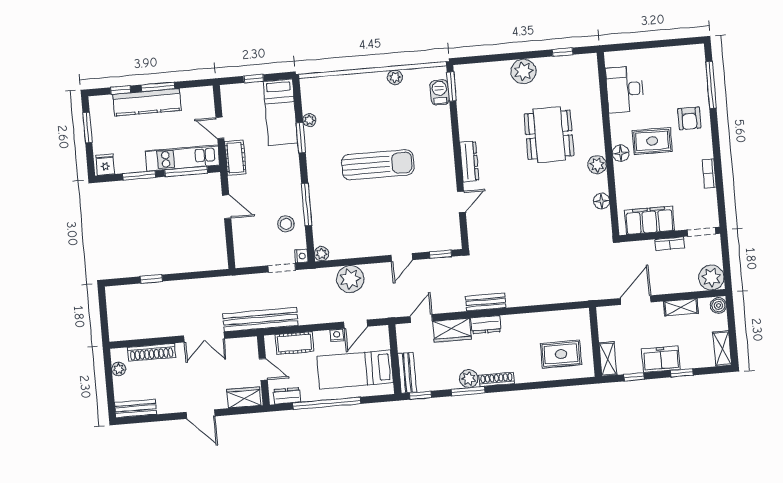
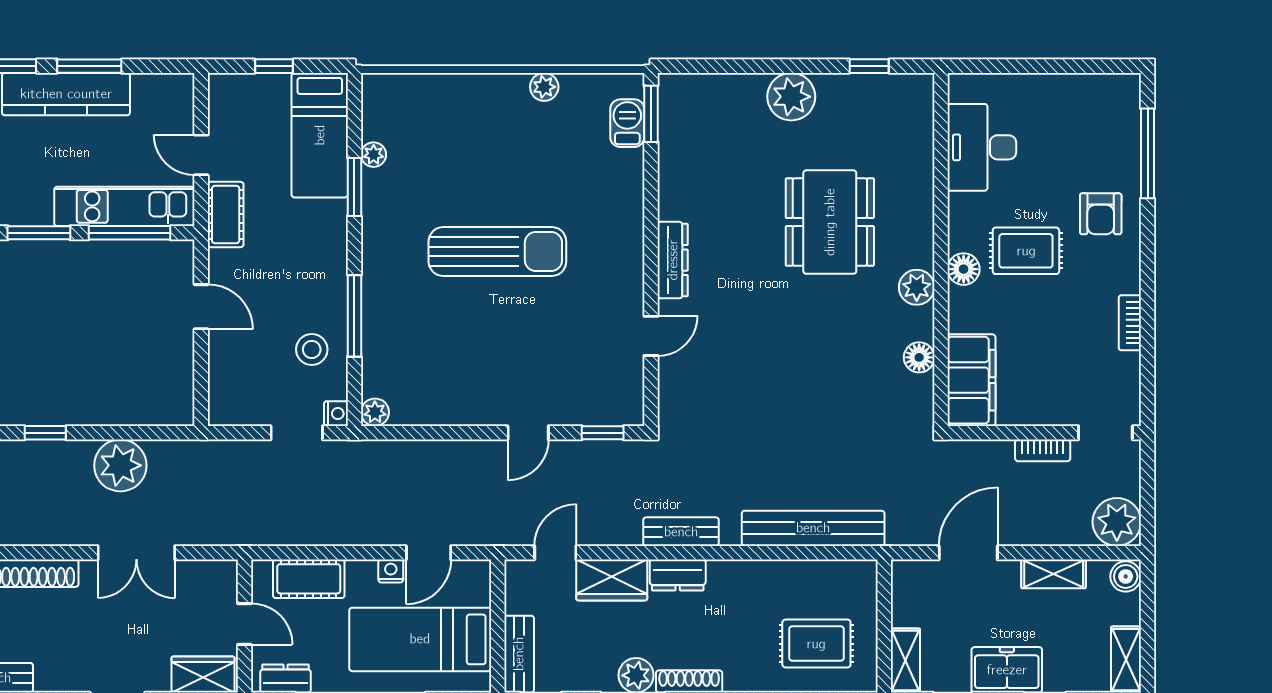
filing cabinet: (649, 220) -> (971, 380), moved, turned 90
plant: (350, 279) -> (120, 465), moved
bench: (260, 320) -> (813, 528), moved

